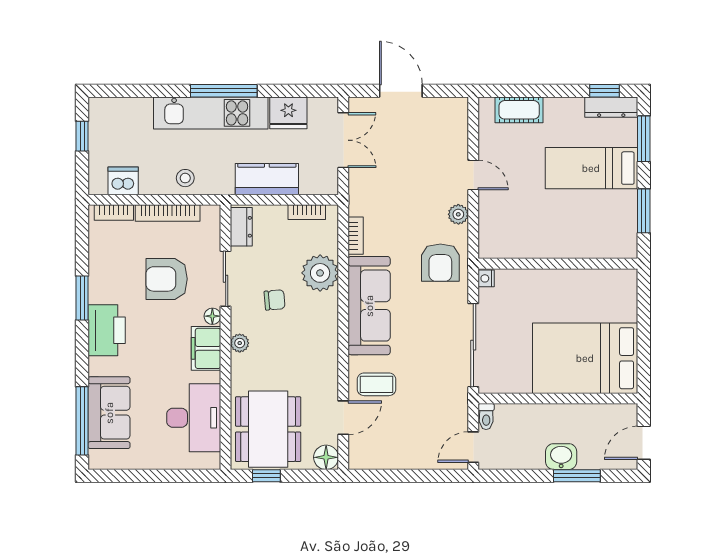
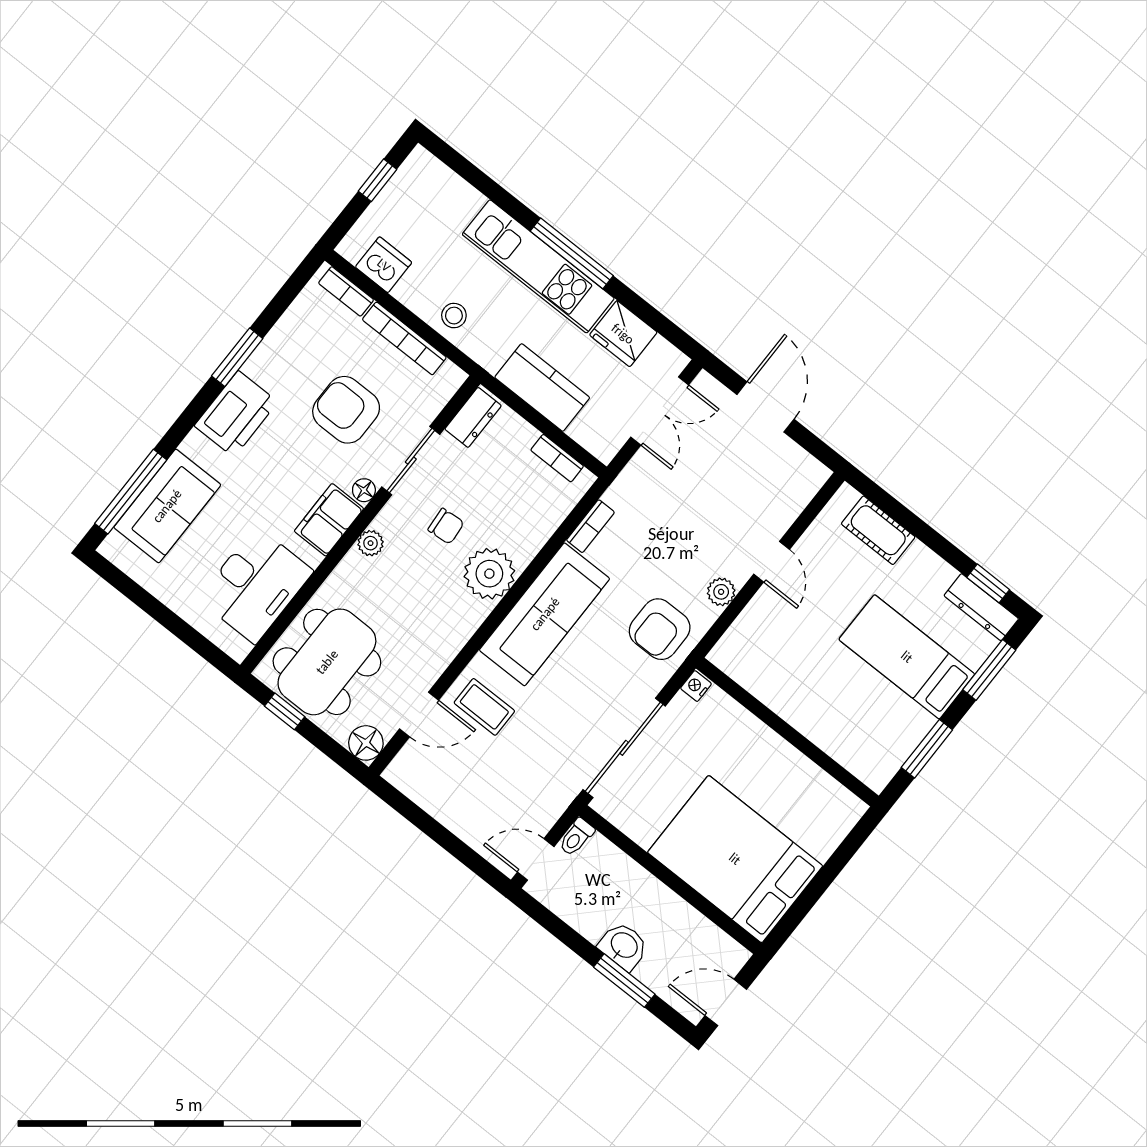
plant: (320, 273) -> (489, 574), moved

